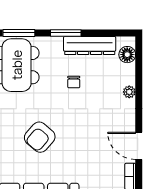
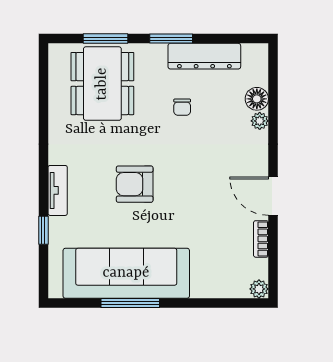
floor lamp: (127, 55) -> (257, 99), moved
armchair: (40, 137) -> (135, 184), turned 49

